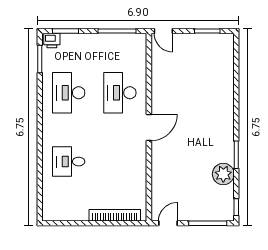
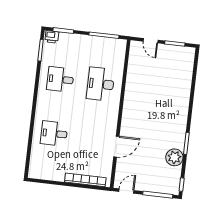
door: (163, 31) -> (151, 41), moved
desk: (69, 93) -> (60, 79), width x0.73
door: (149, 127) -> (116, 147), moved

